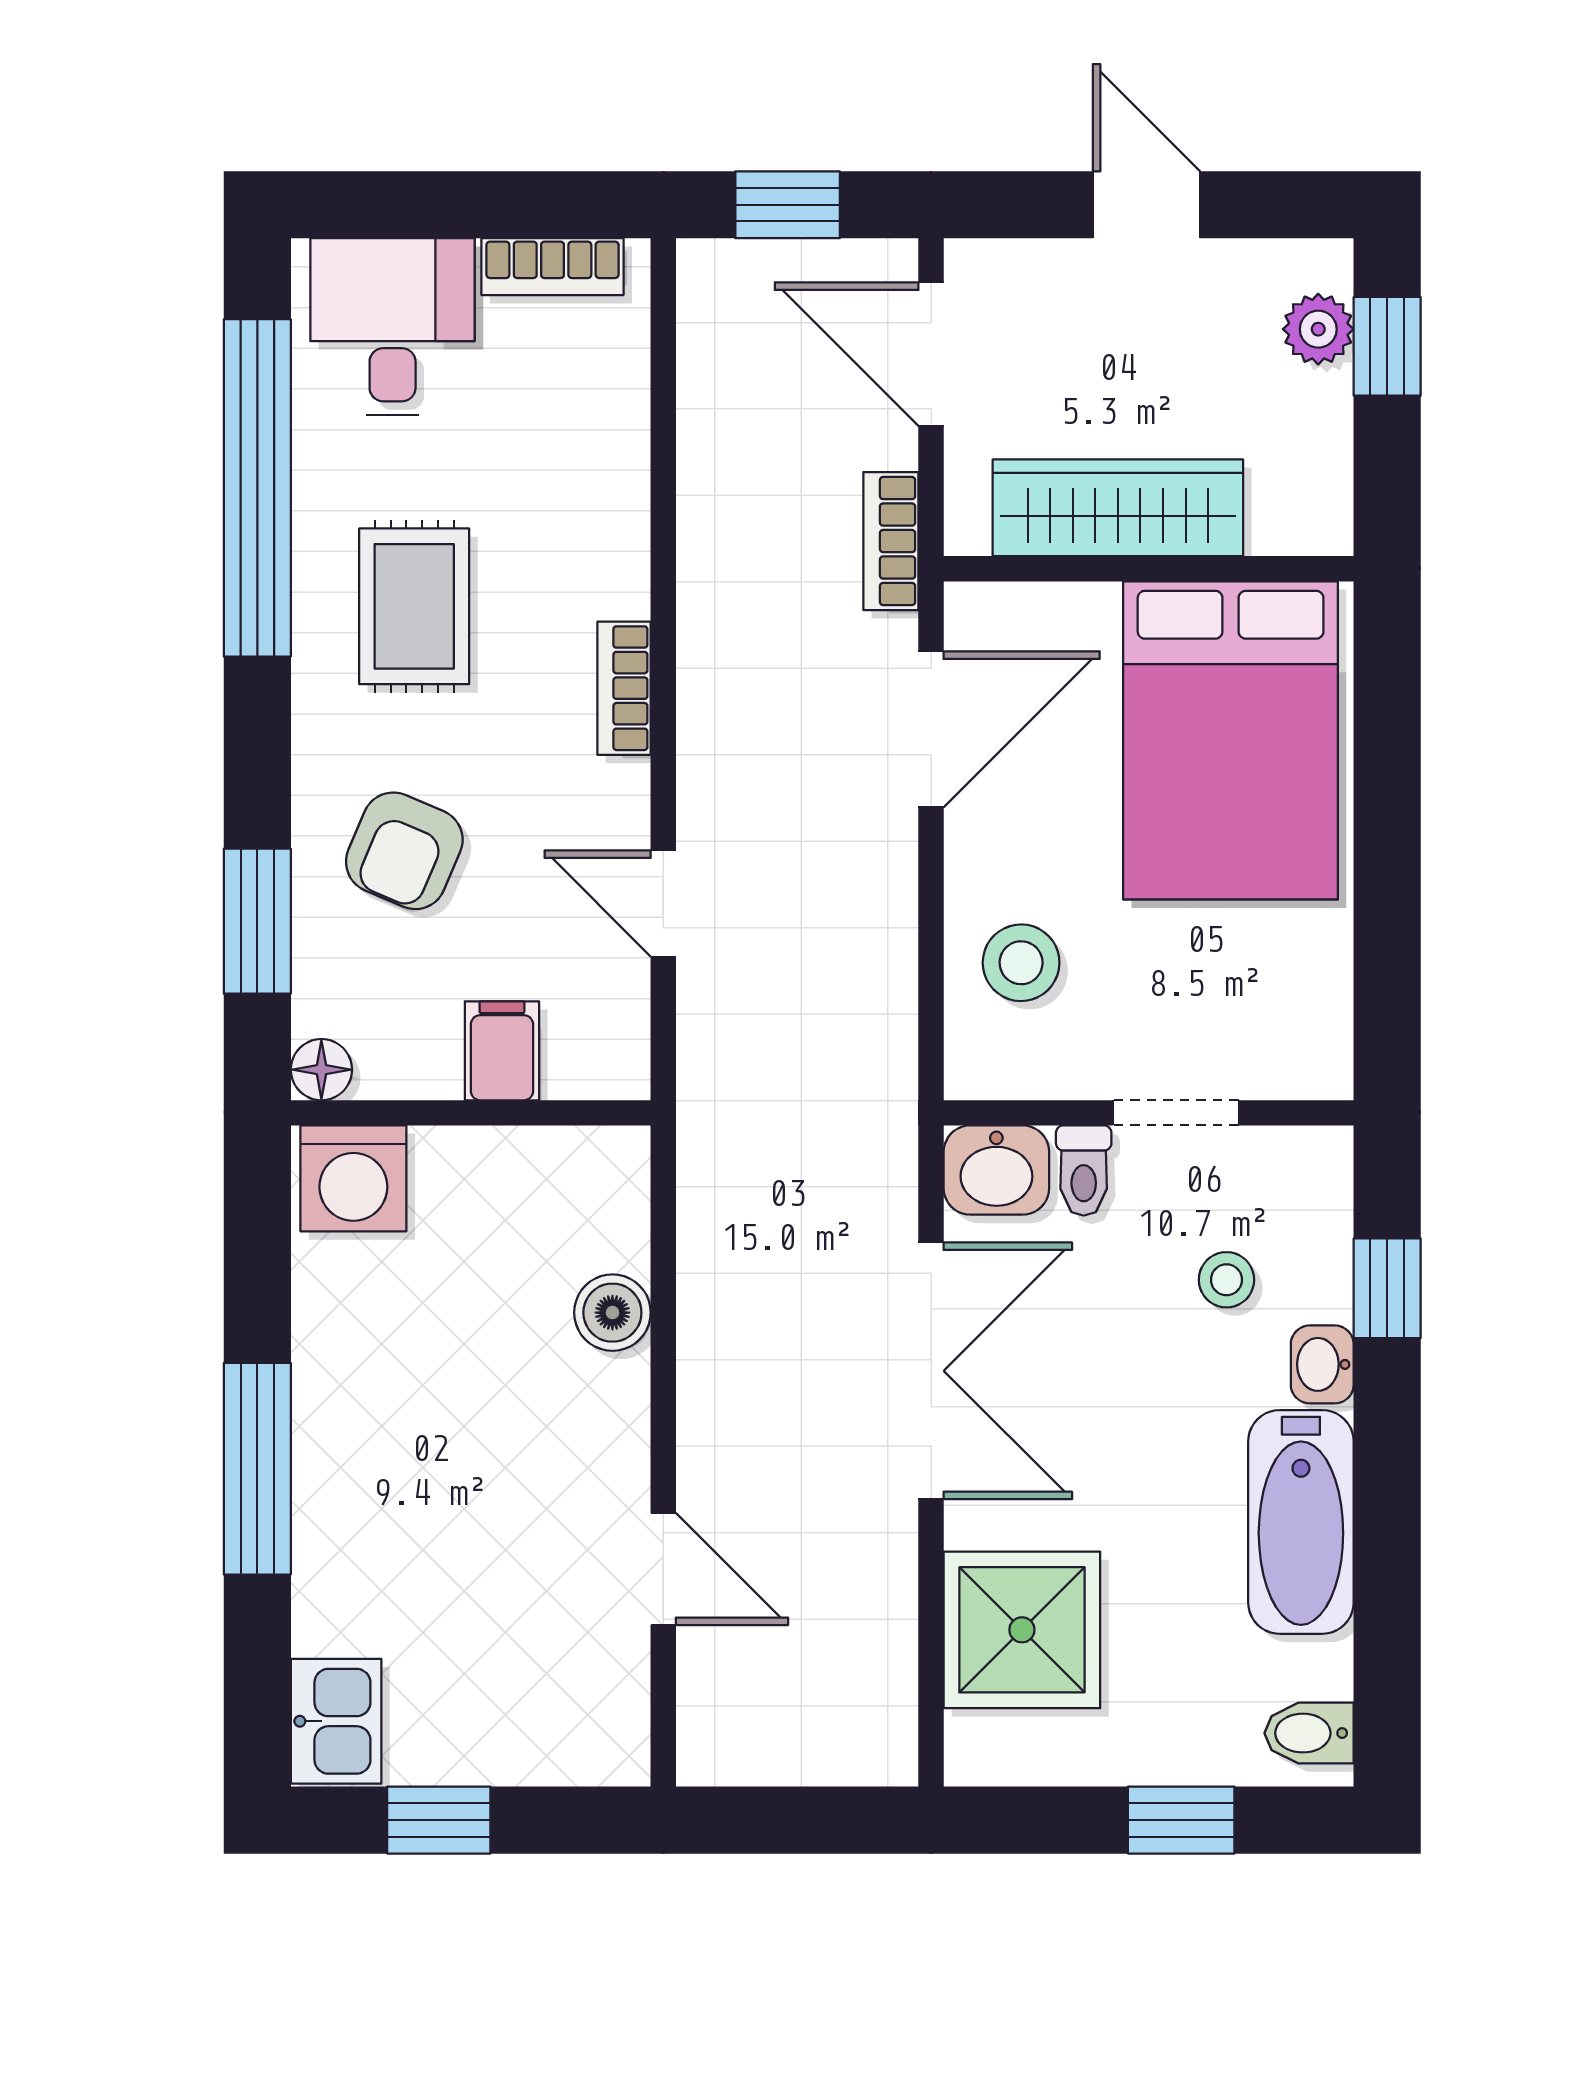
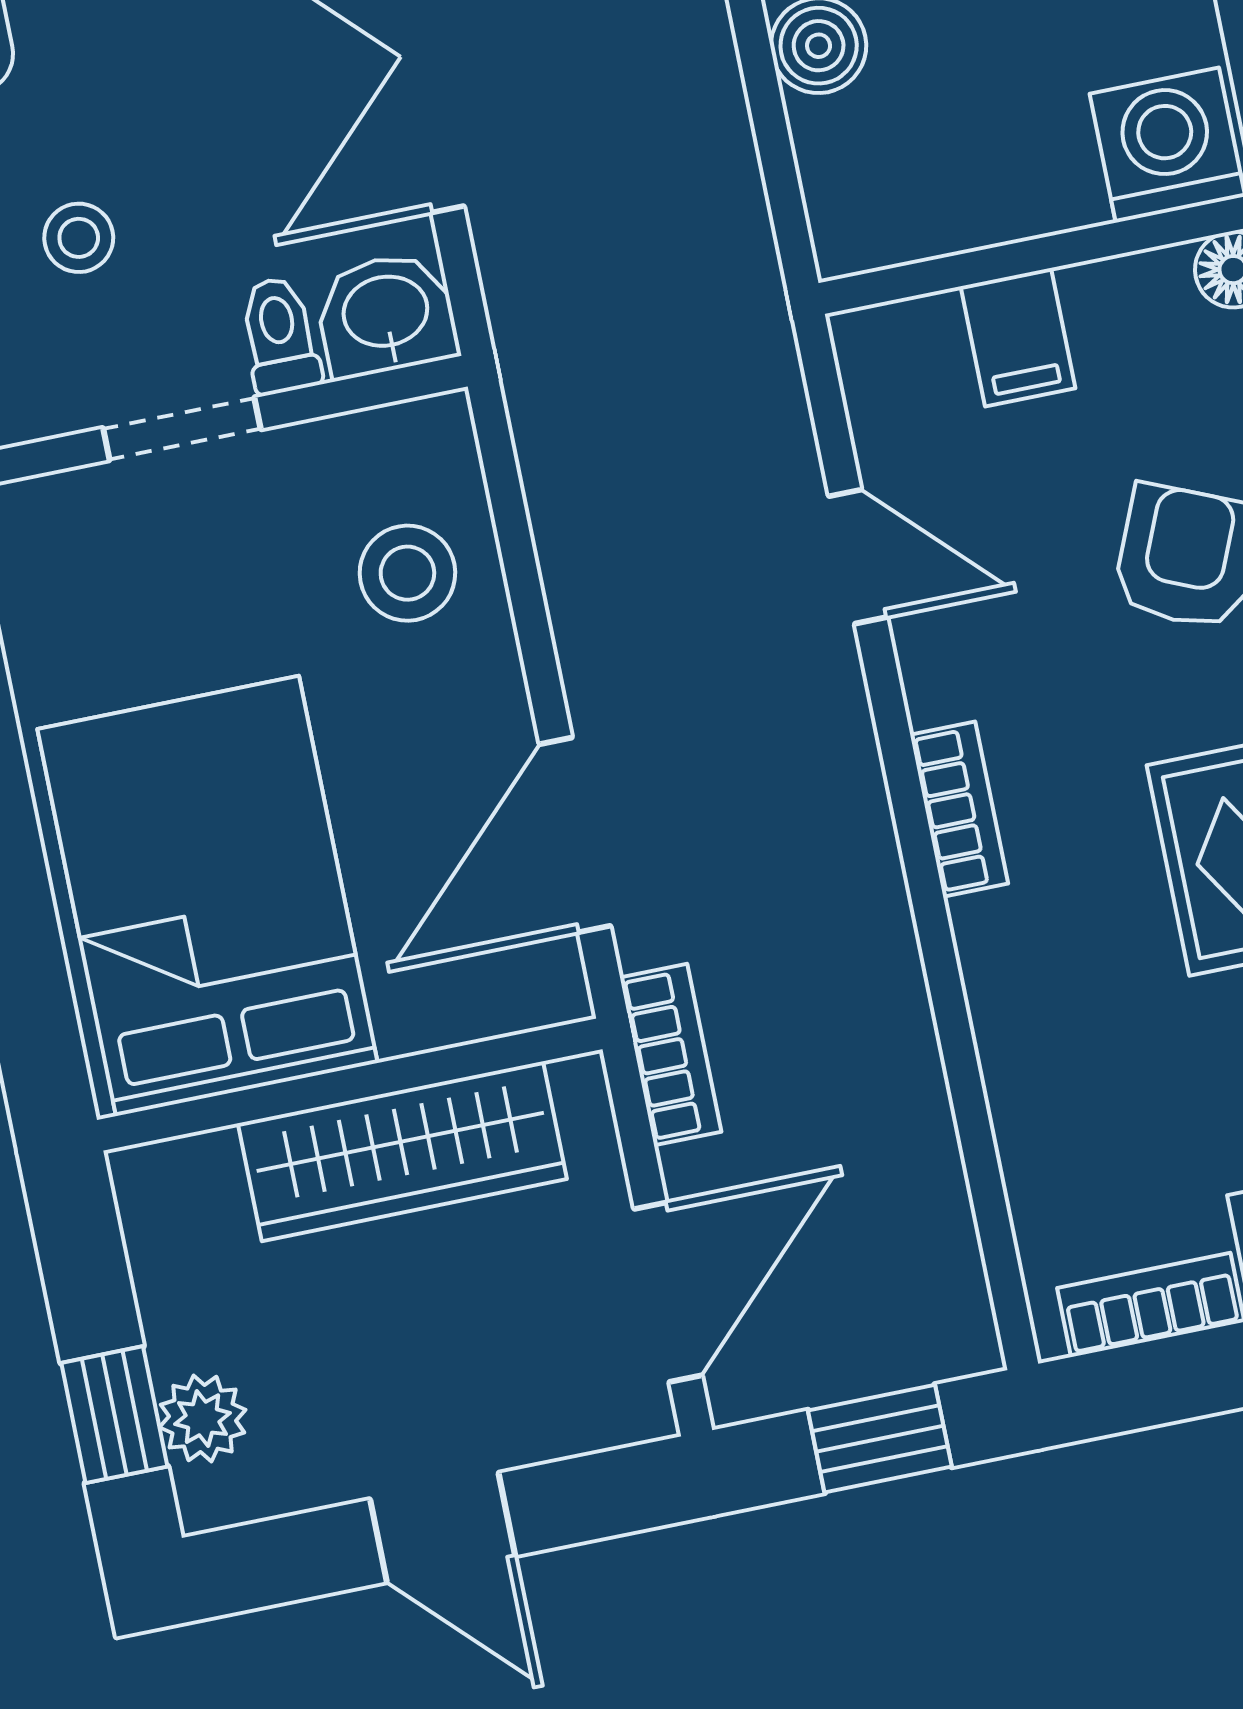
door: (931, 354) -> (668, 1292), hinge flipped

